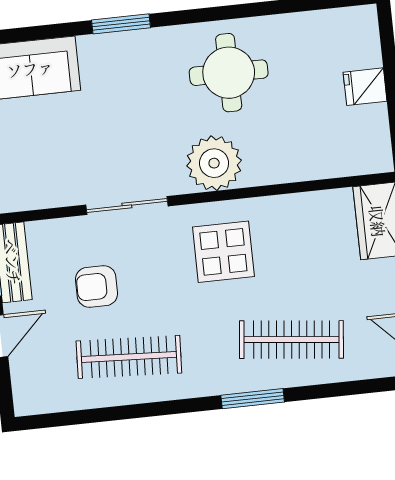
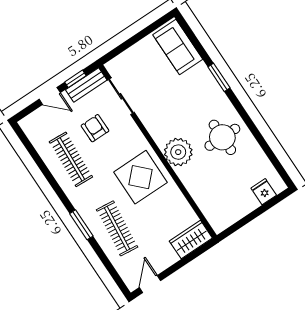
fridge: (365, 87) -> (264, 192), moved
sliding door: (127, 205) -> (121, 96), moved
display table: (223, 252) -> (140, 177), width x1.36, depth x1.36

